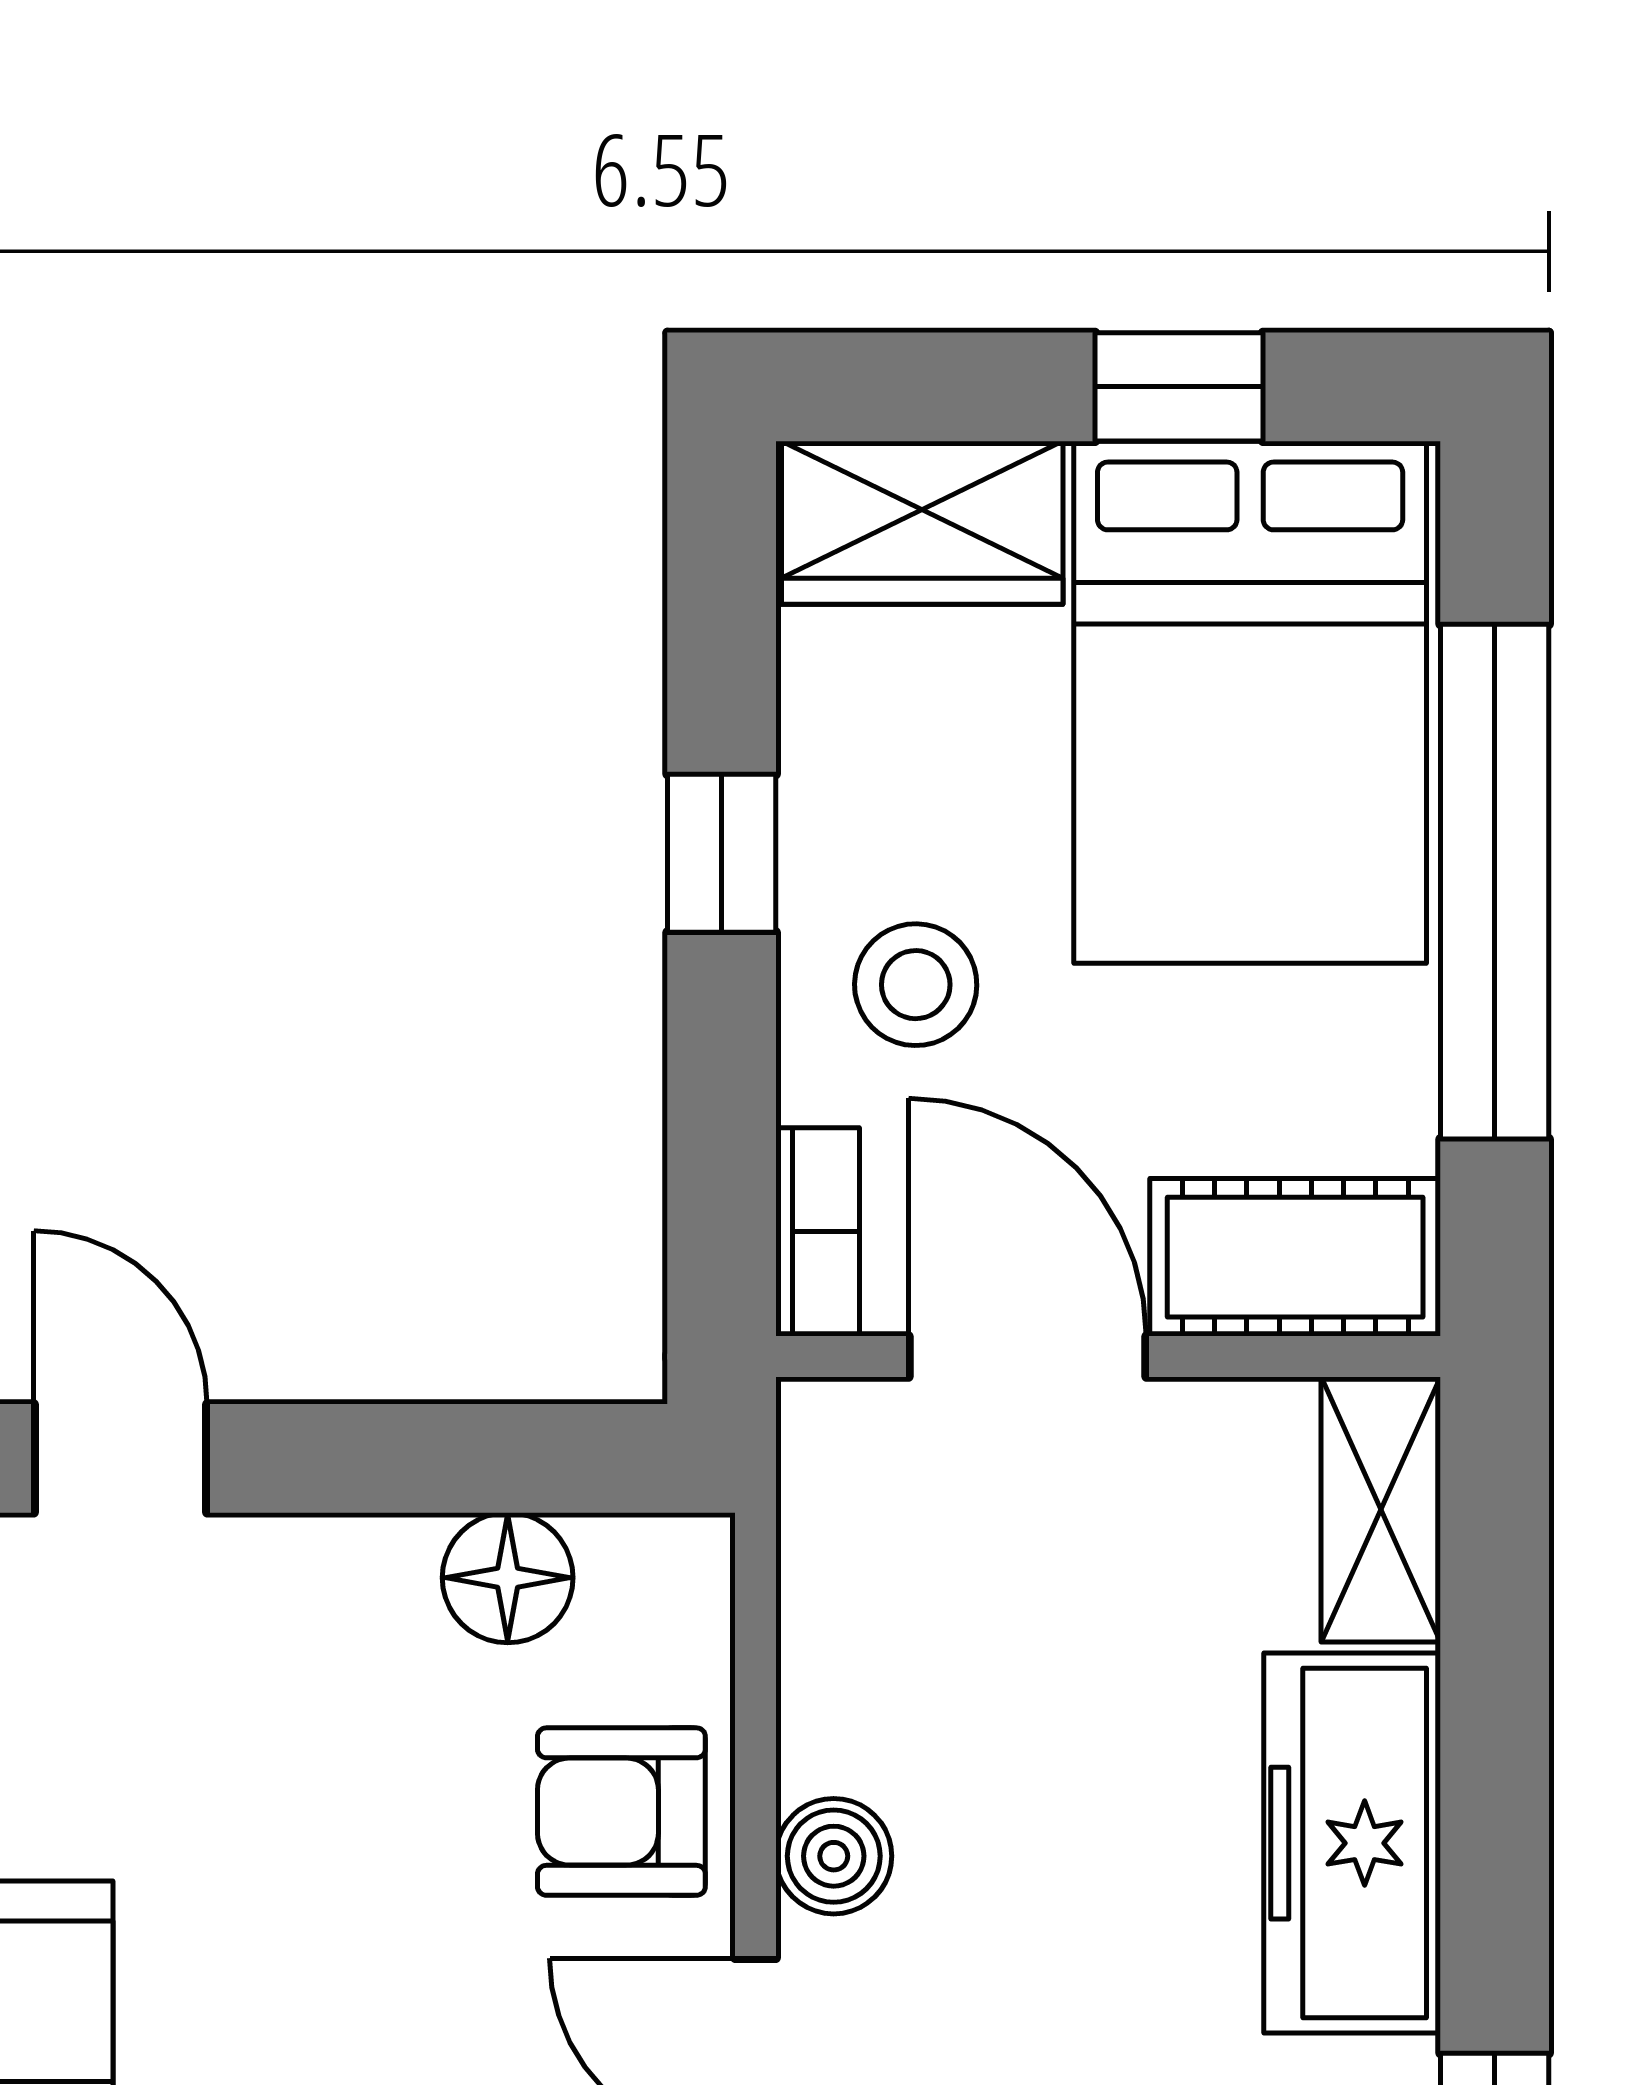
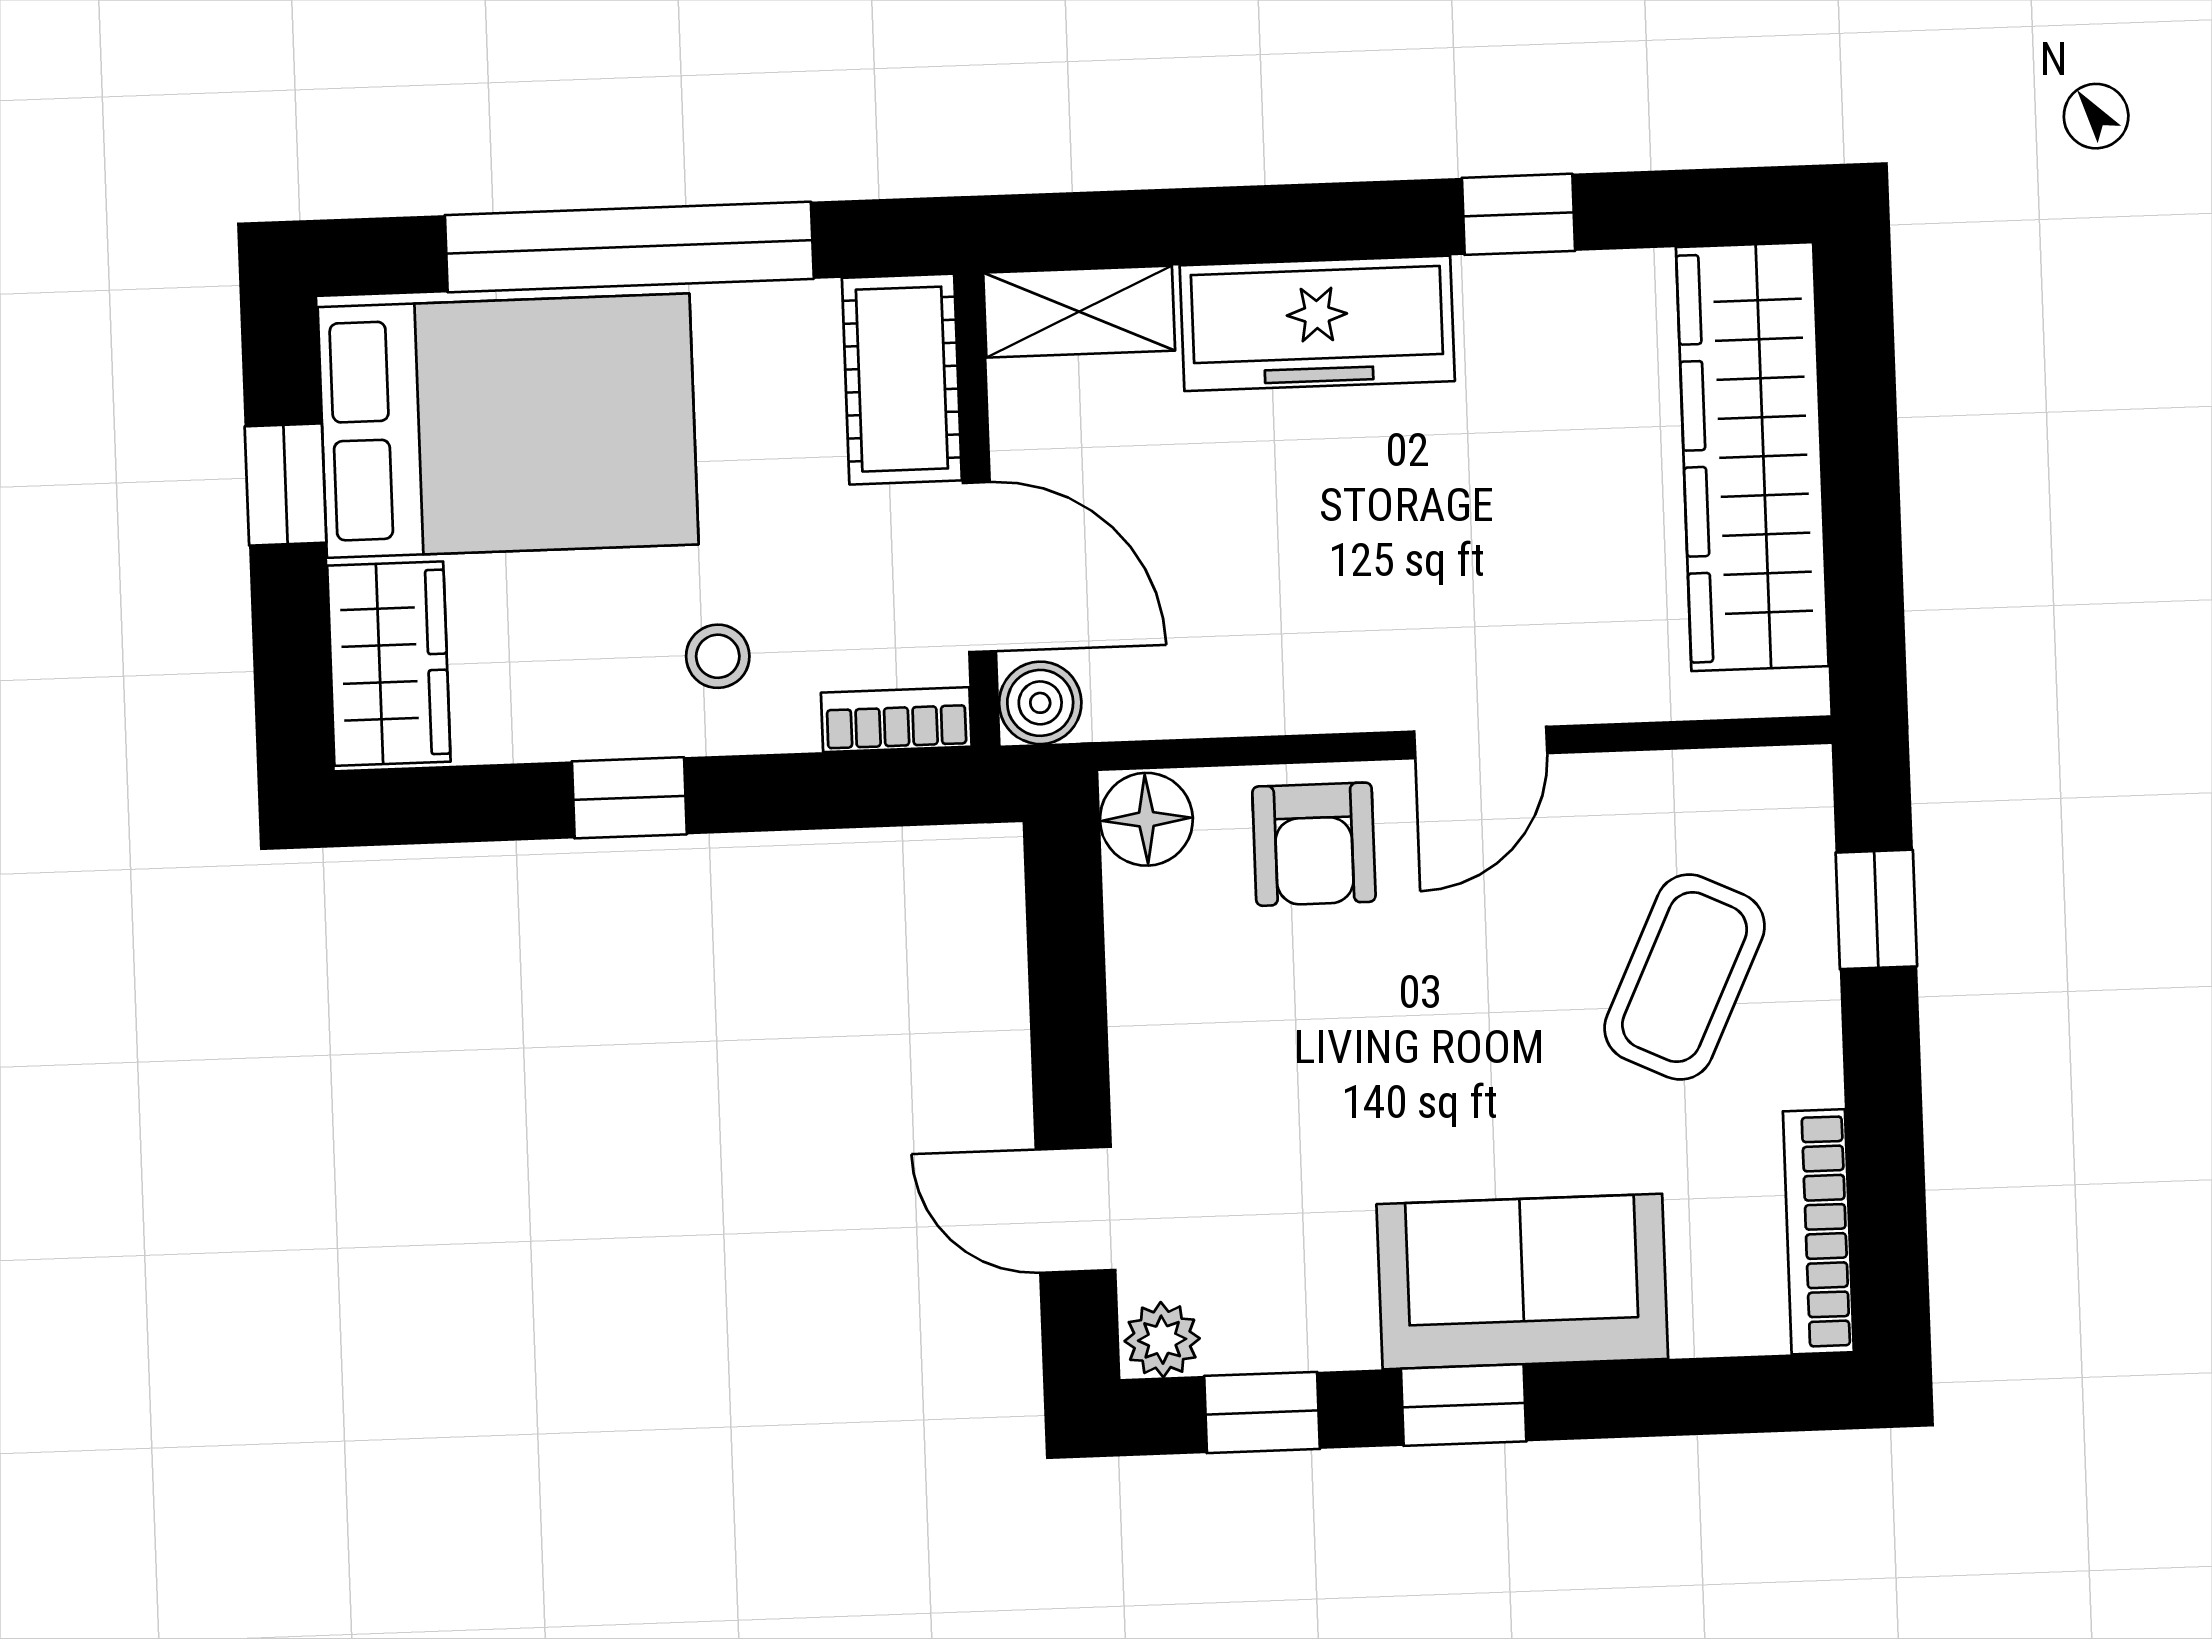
stool: (916, 985) -> (718, 656), width x0.73, depth x0.73
door: (1027, 1357) -> (979, 567), swing flipped
door: (121, 1458) -> (1076, 1210), hinge flipped
floor lamp: (508, 1578) -> (1146, 819), moved
boiler: (834, 1856) -> (1040, 703), moved

